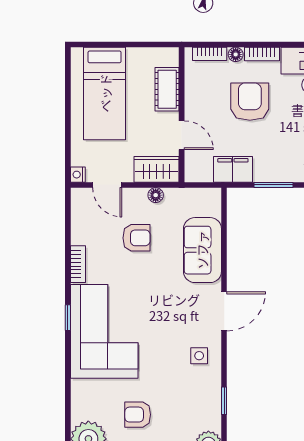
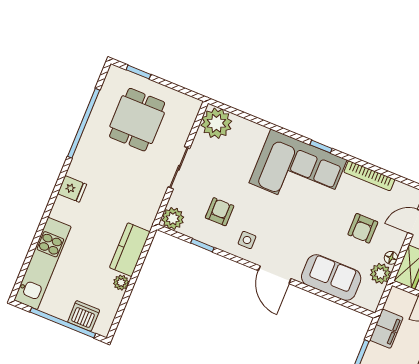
plant: (177, 200) -> (380, 273), added
bookcase: (78, 264) -> (369, 176), width x1.56
armchair: (138, 415) -> (220, 212), moved

